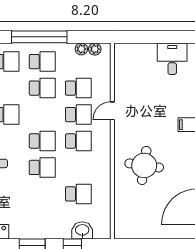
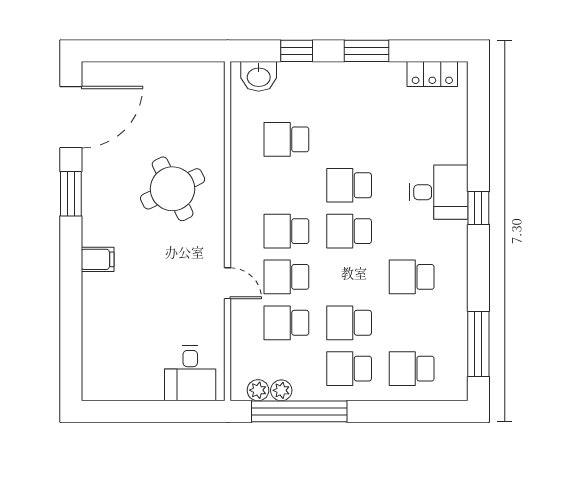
window: (39, 37) -> (299, 411), moved
desk: (172, 59) -> (190, 373), moved
door: (112, 111) -> (228, 283), hinge flipped
round table: (144, 165) -> (173, 189), turned -34
washbasin: (82, 230) -> (259, 76), moved

